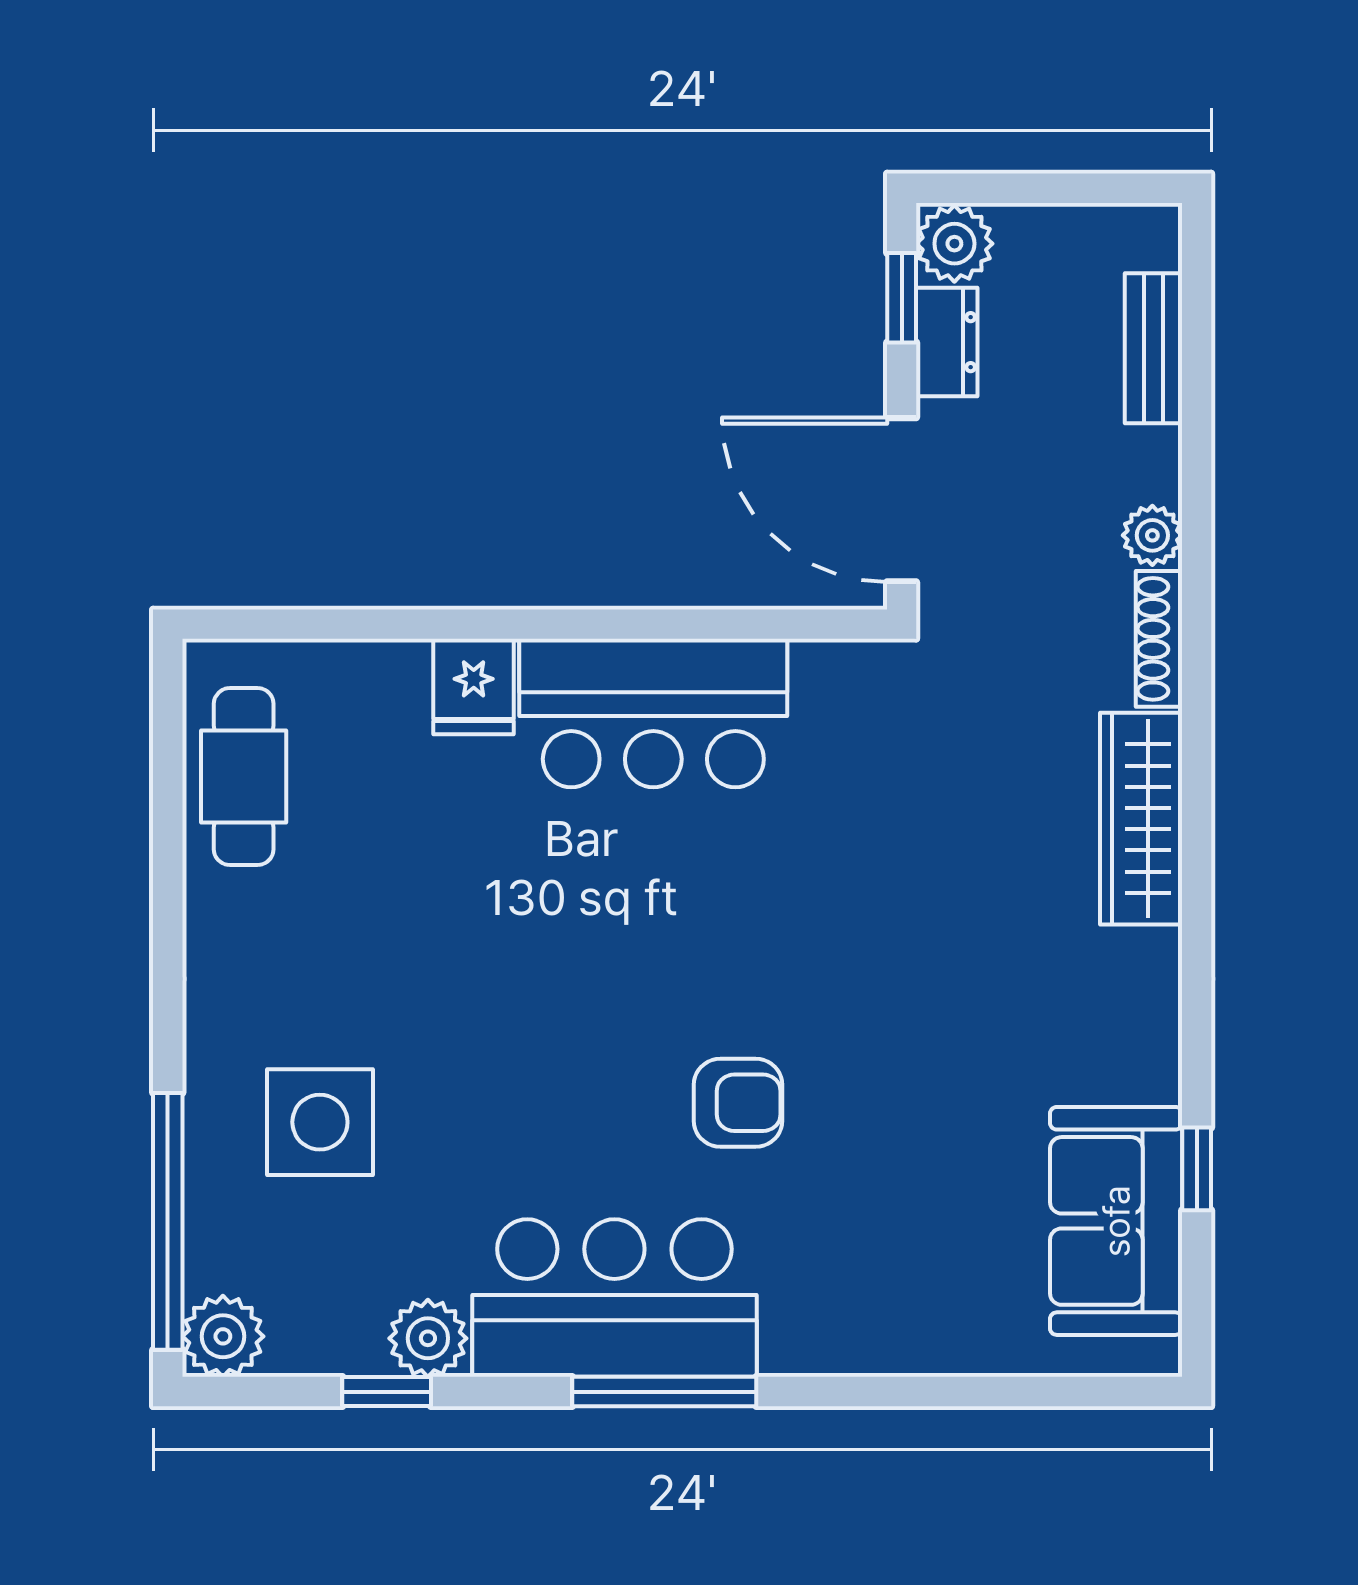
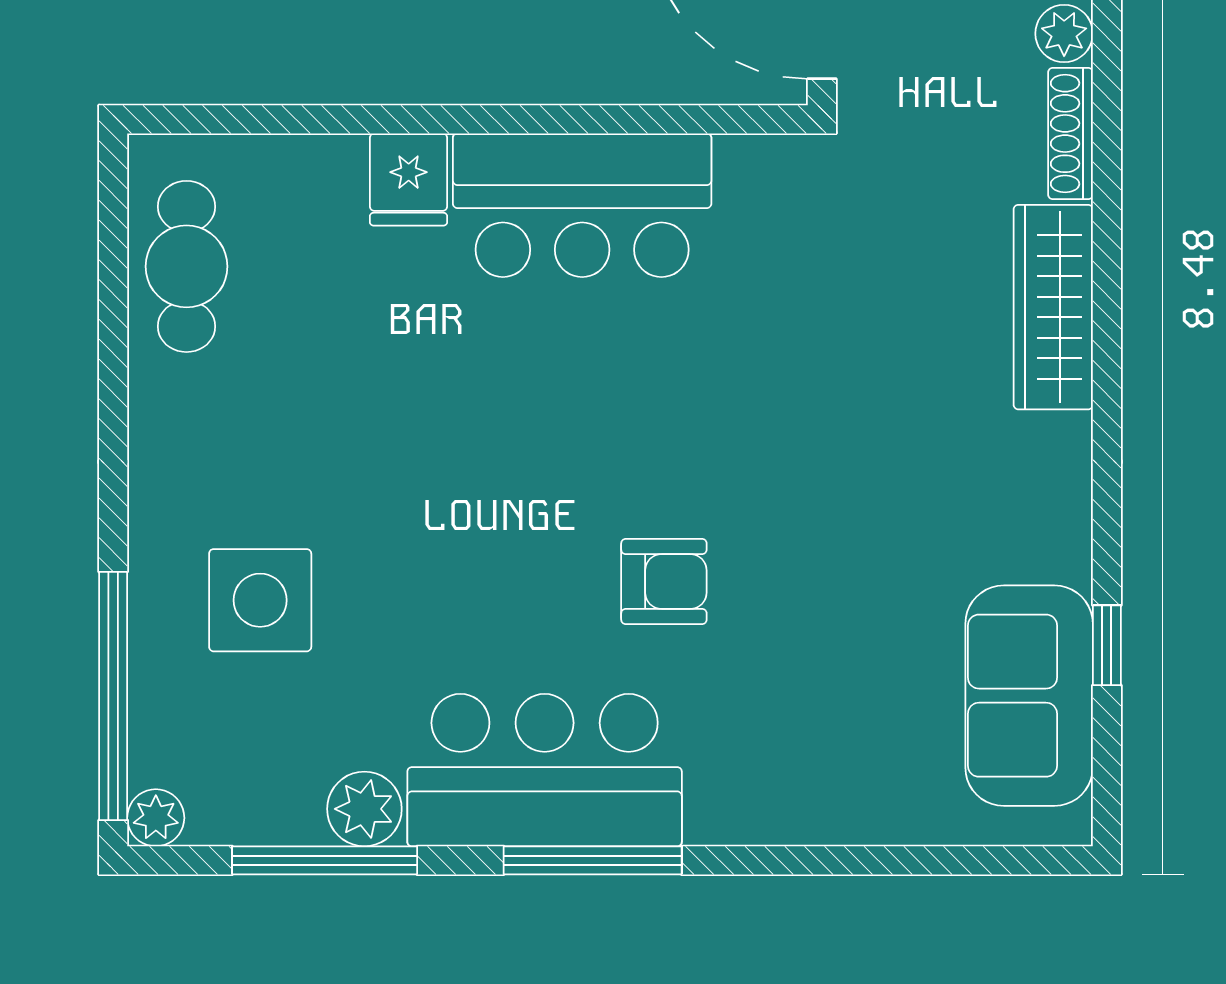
plant: (223, 1336) -> (156, 818), width x0.73, depth x0.73
window: (387, 1392) -> (325, 860), width x2.17

